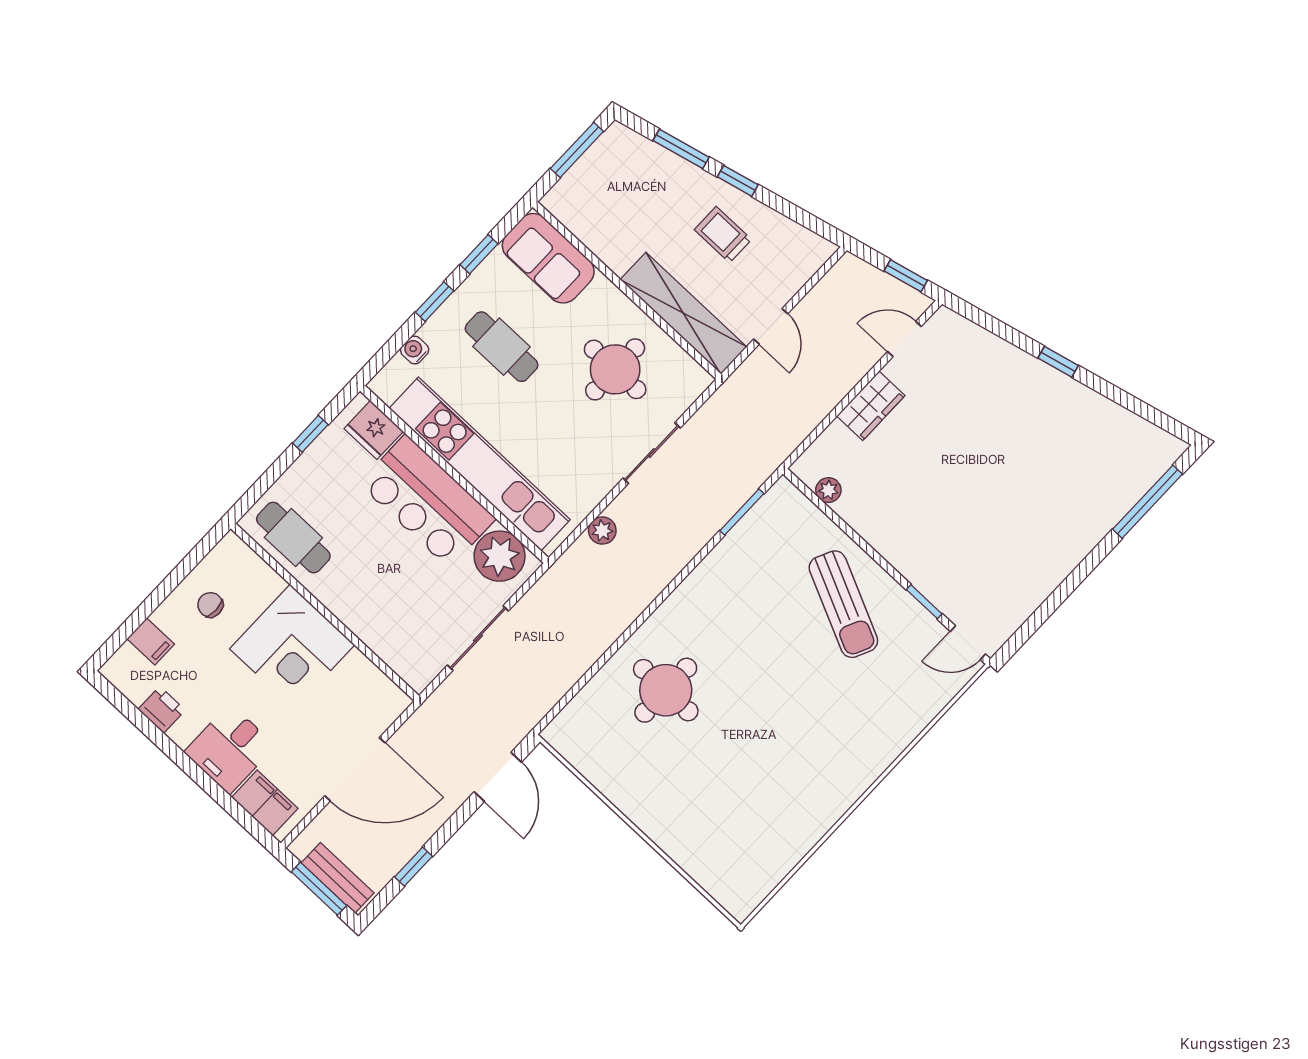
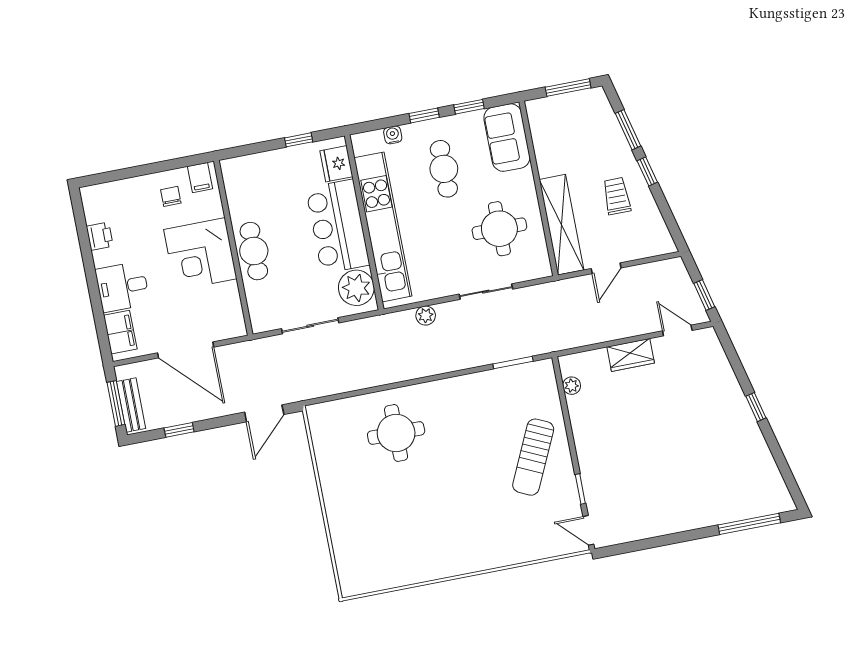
cafe table: (293, 538) -> (254, 251), moved
filing cabinet: (151, 641) -> (200, 178), moved

